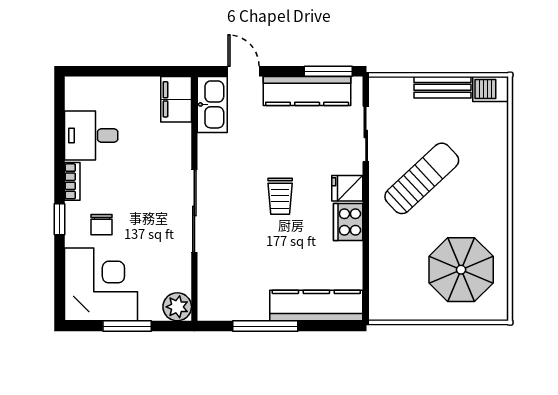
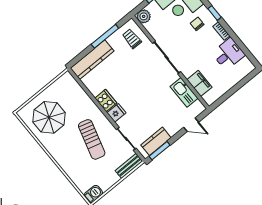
bench: (443, 87) -> (129, 166), moved
kitchen counter: (307, 91) -> (156, 141), width x0.67
filing cabinet: (176, 99) -> (199, 83), moved
kitchen sink: (212, 104) -> (184, 92), moved
sun lounger: (422, 178) -> (92, 139), turned -31
trolley: (280, 196) -> (132, 39), moved

